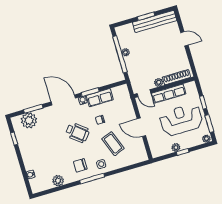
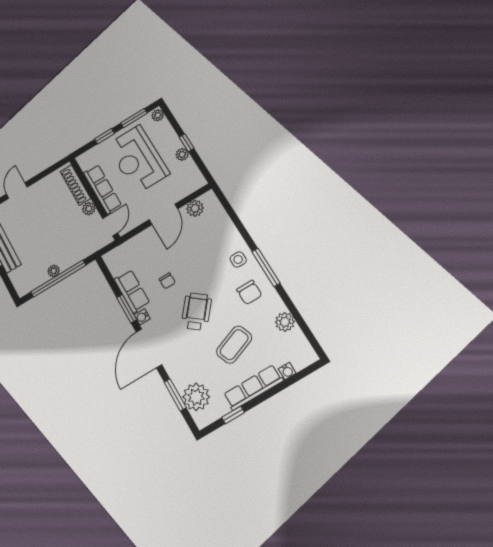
coffee table: (113, 144) -> (234, 345), moved
plant: (140, 147) -> (195, 208), added
row of seats: (26, 154) -> (253, 387), added

